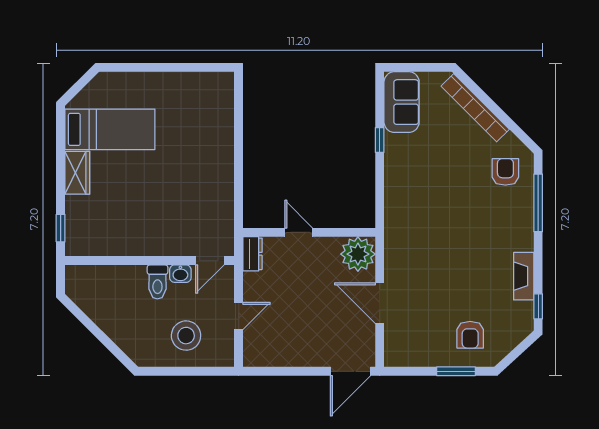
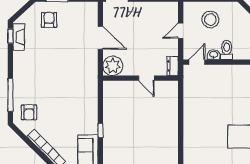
fireplace: (524, 276) -> (19, 37), moved

